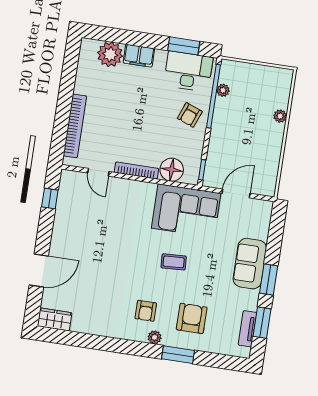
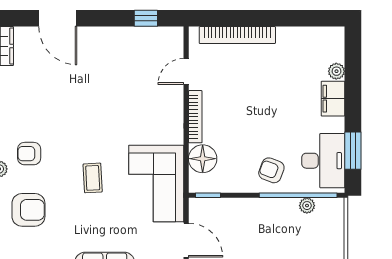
plant: (110, 54) -> (336, 71), width x0.53, depth x0.53

